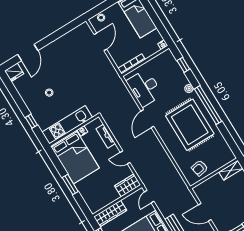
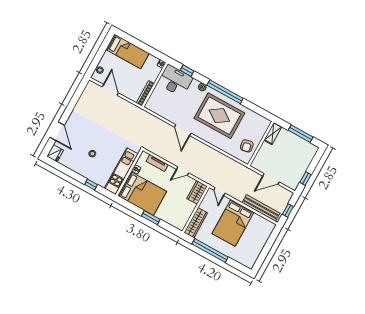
desk: (144, 88) -> (175, 81), moved, turned 180

